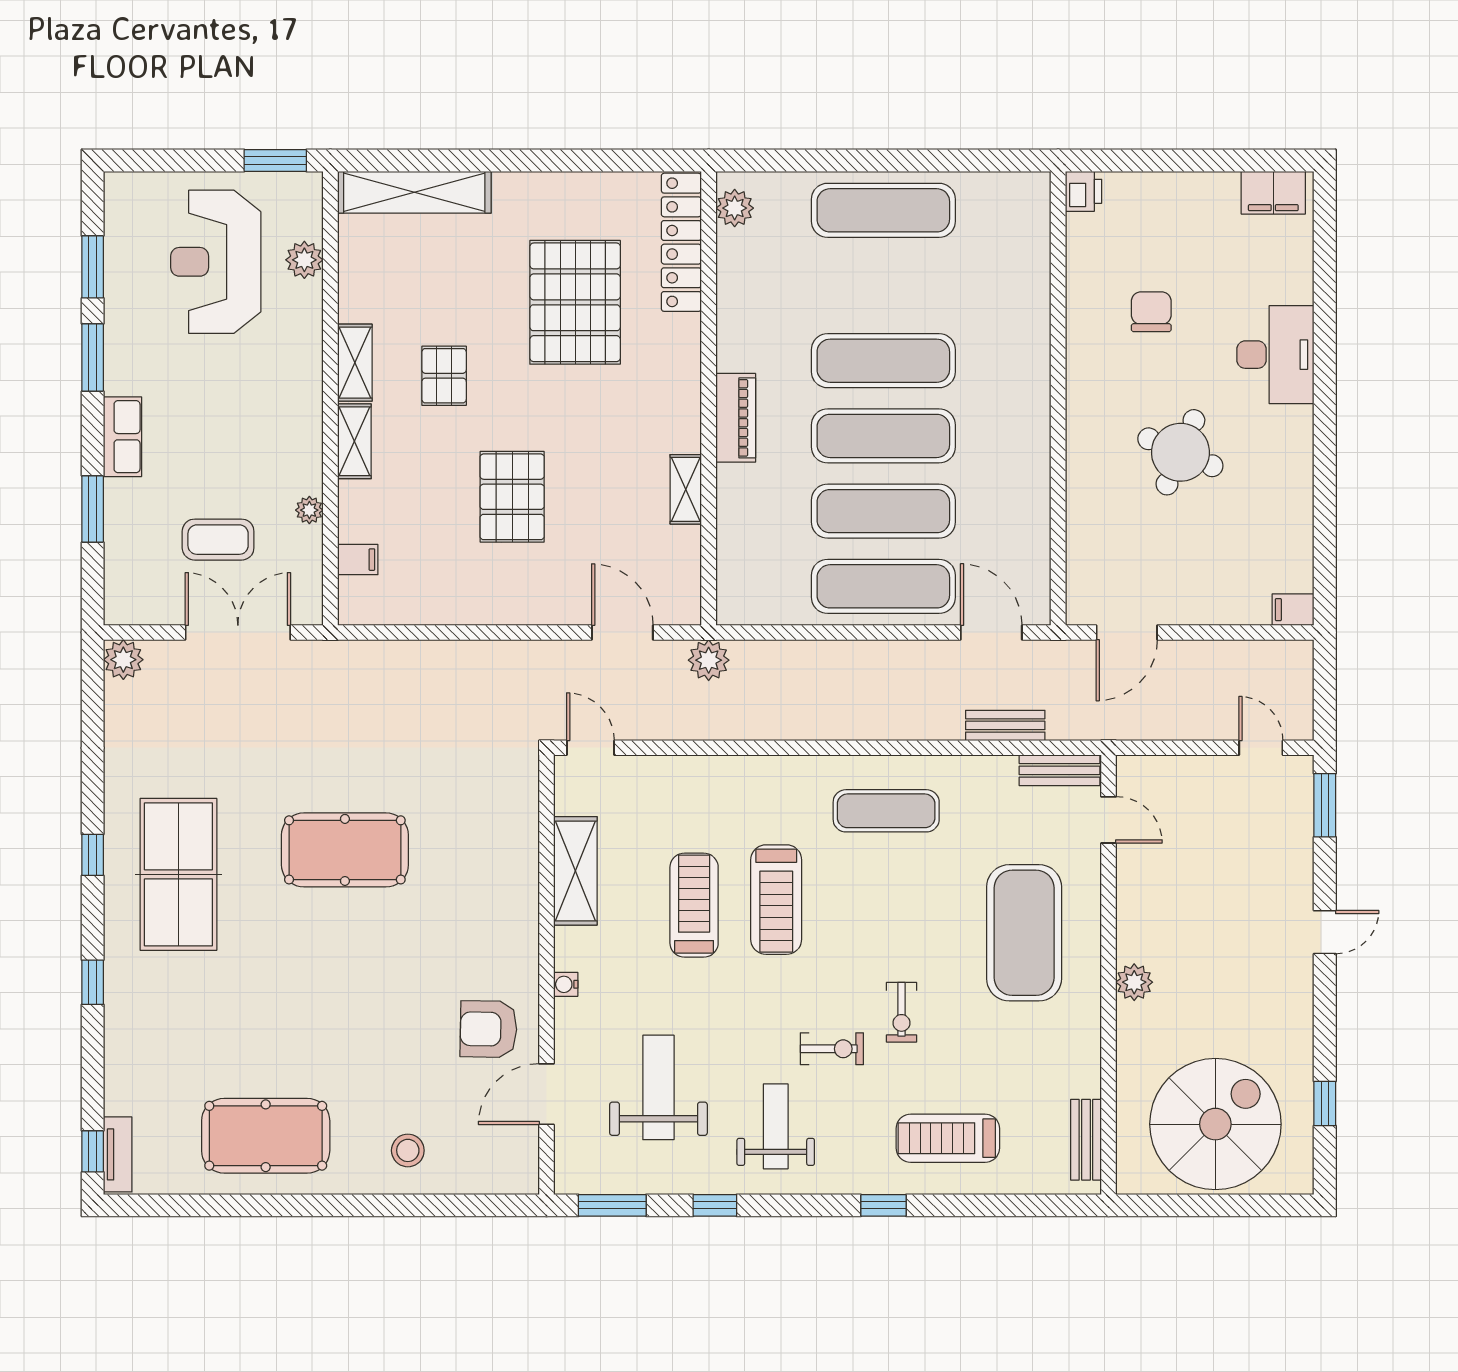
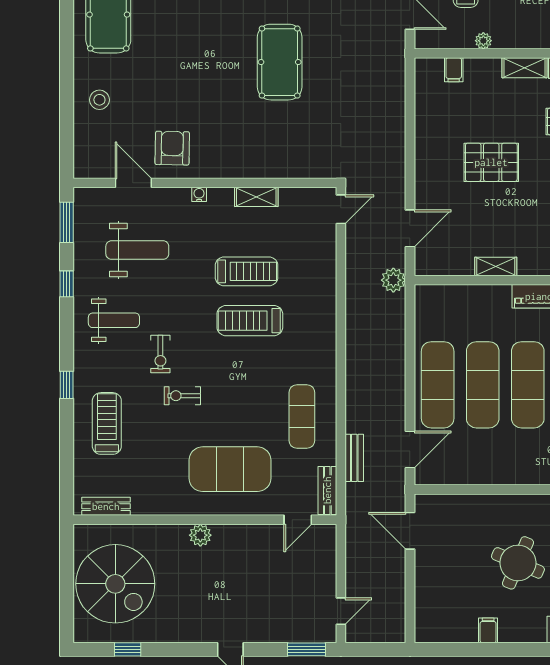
filing cabinet: (1293, 610) -> (488, 630), moved
exercise mat: (886, 811) -> (302, 417), moved
shelving: (575, 871) -> (256, 197), width x0.67, depth x0.75

